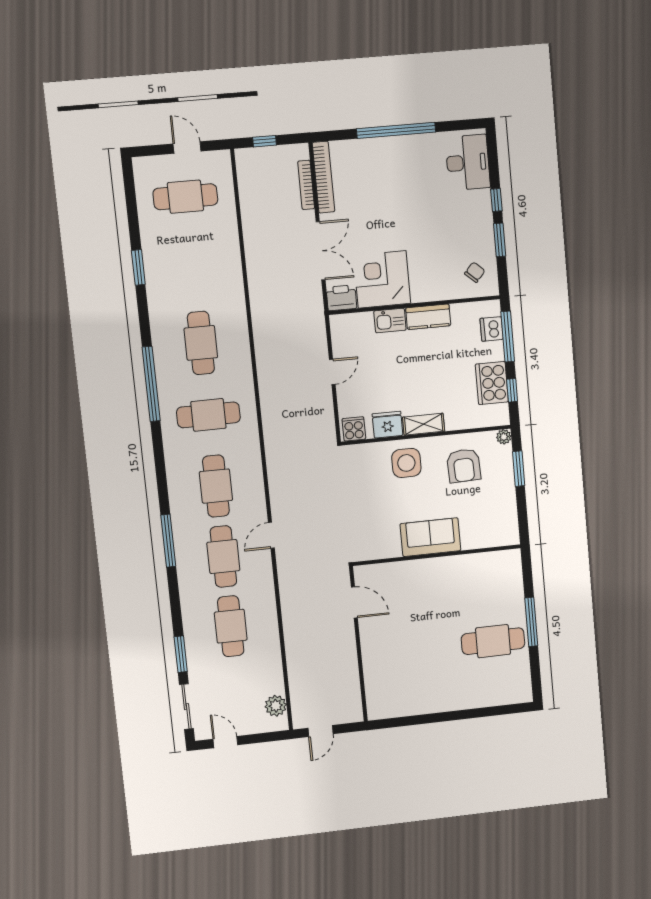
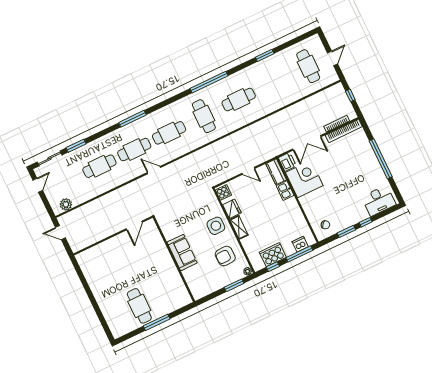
kitchen counter: (428, 317) -> (276, 172), moved

